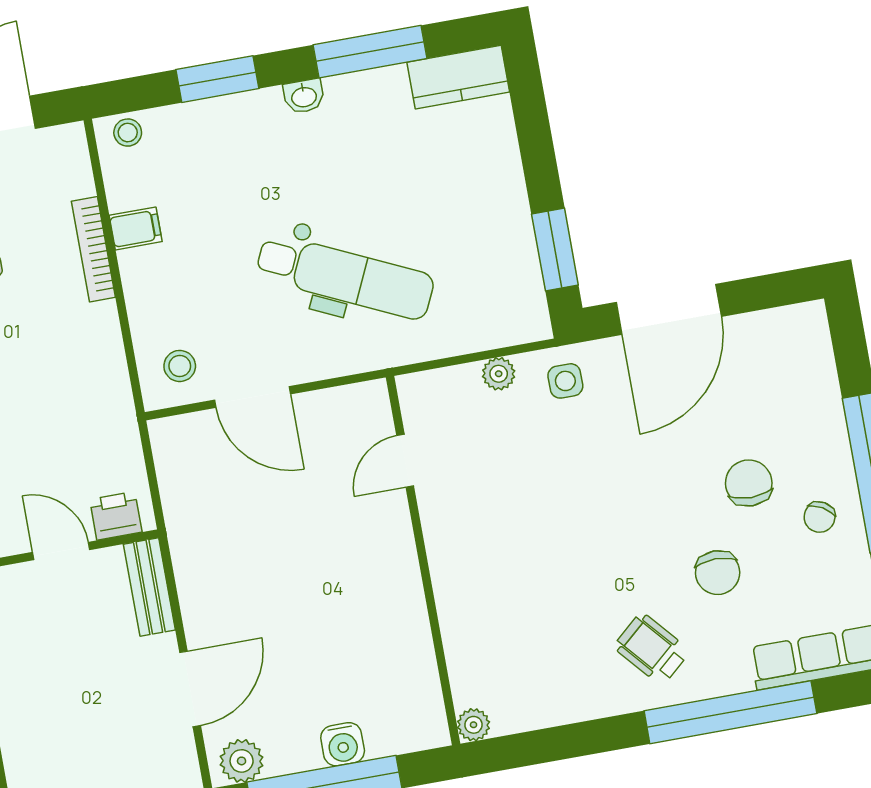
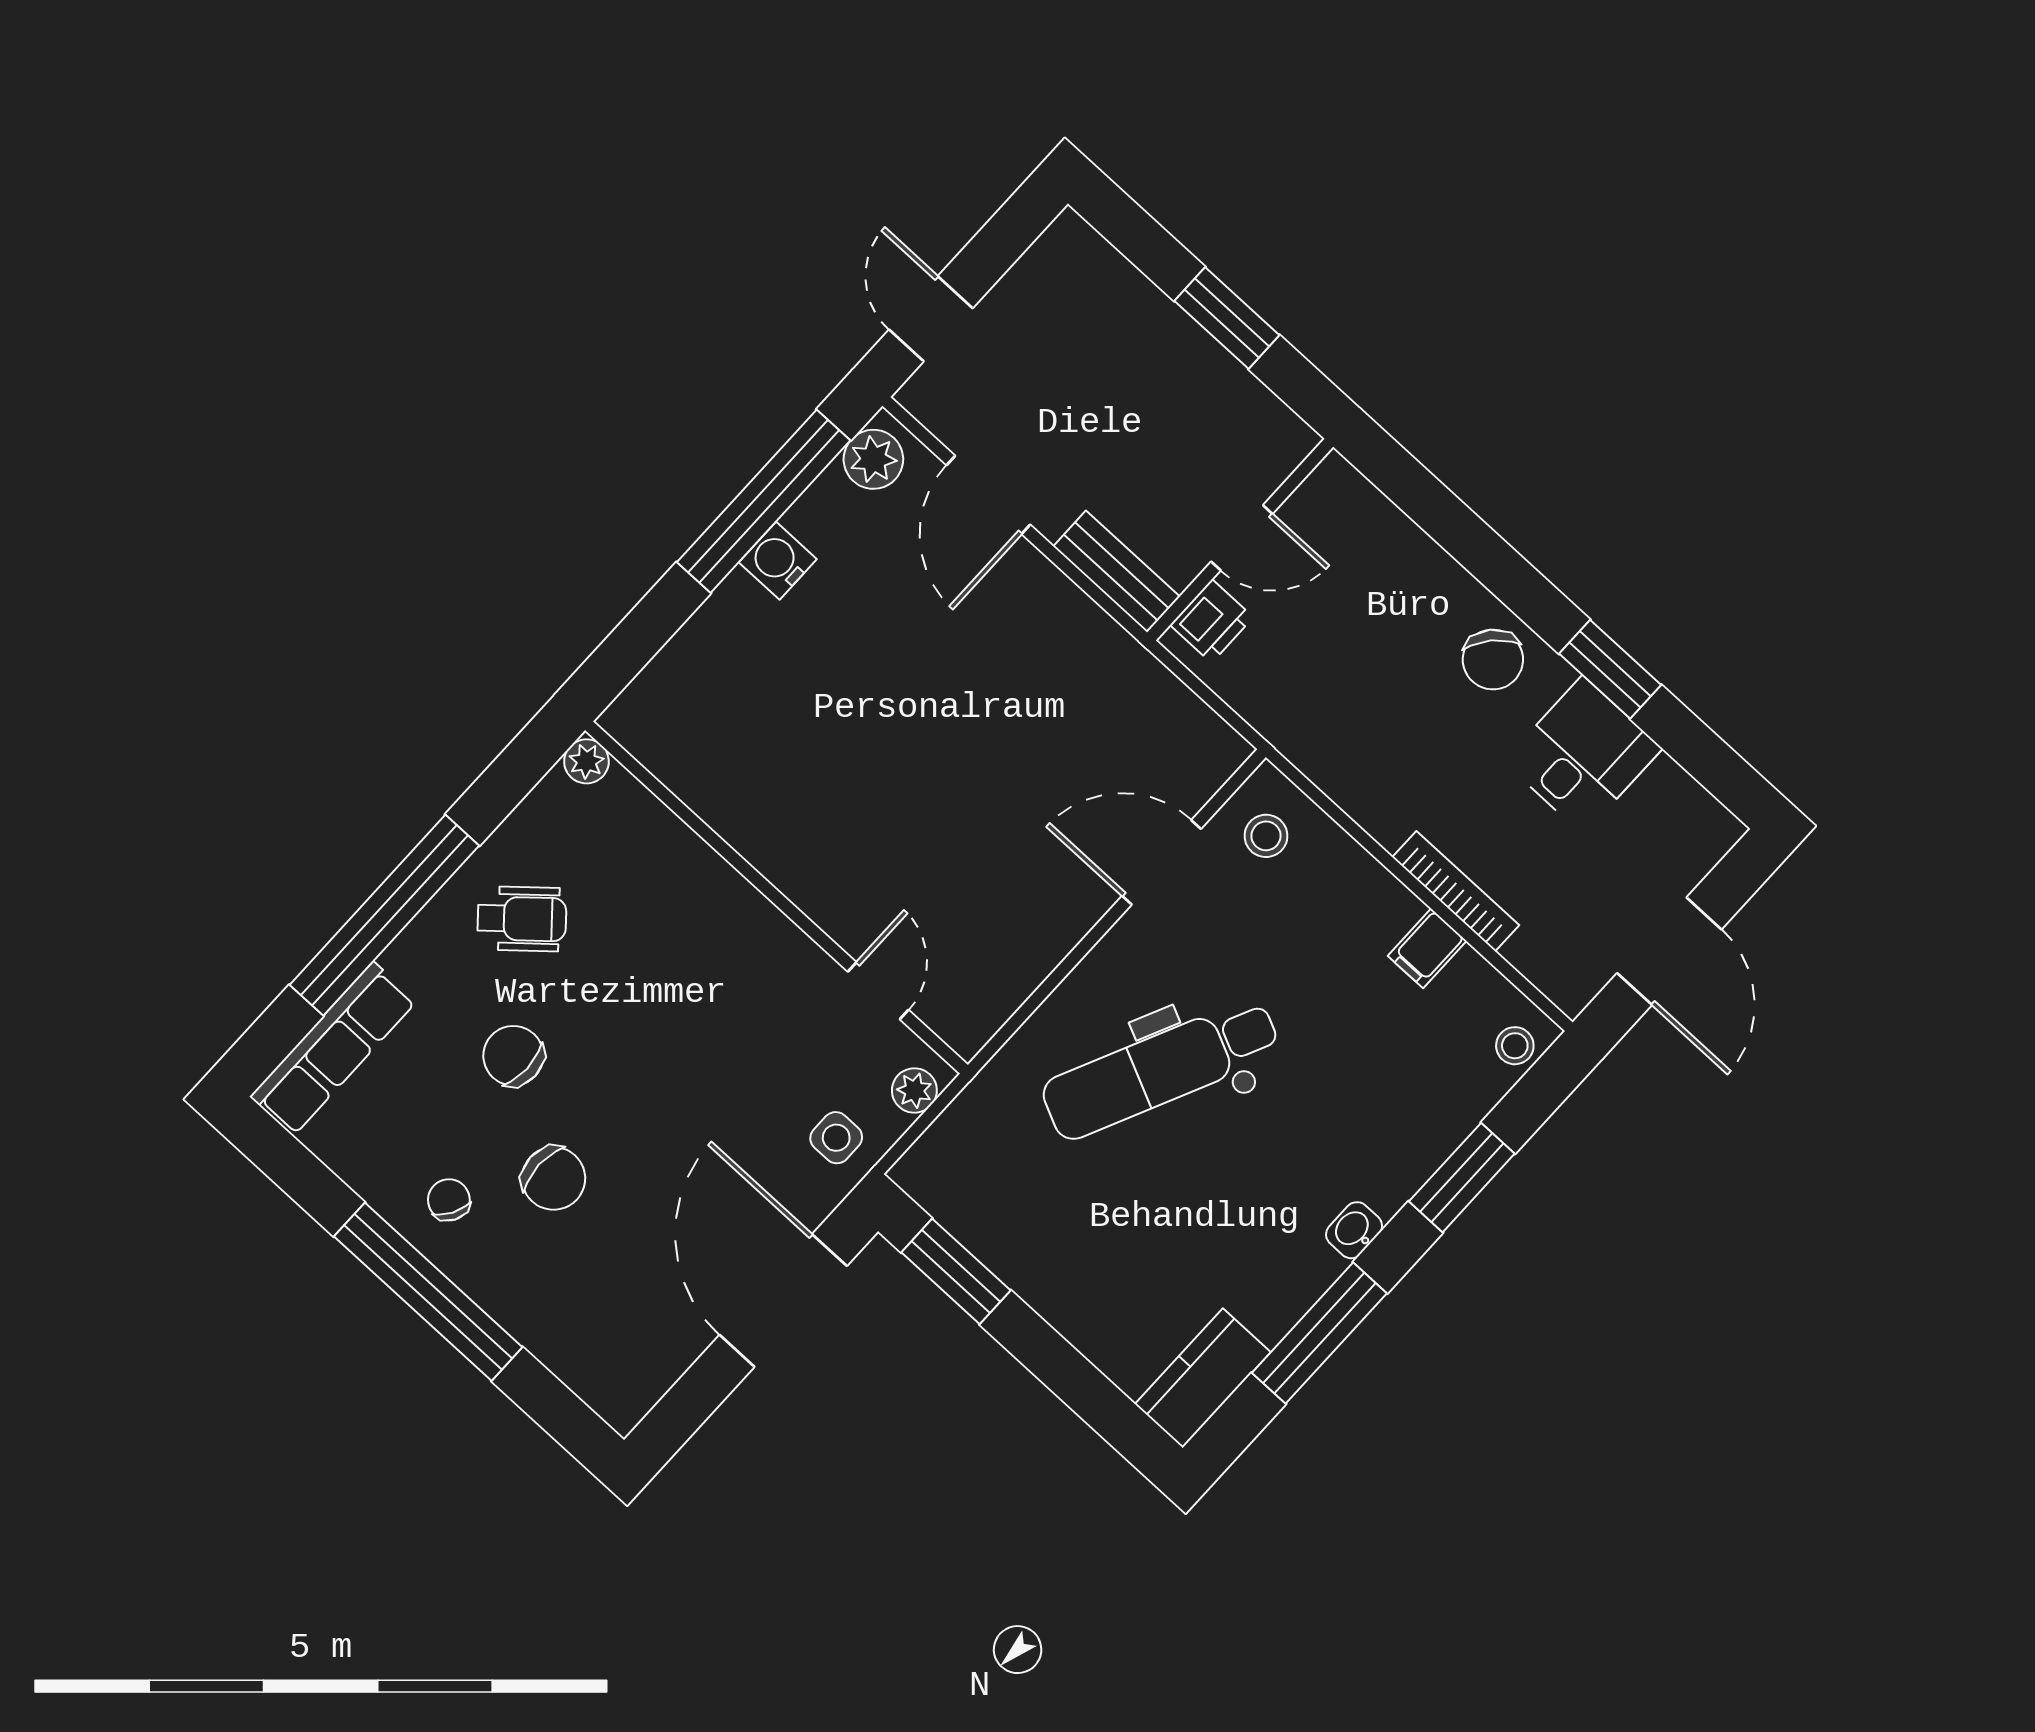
door: (405, 461) -> (878, 991), moved
wall: (423, 561) -> (776, 898), moved
plant: (474, 725) -> (586, 761), moved

